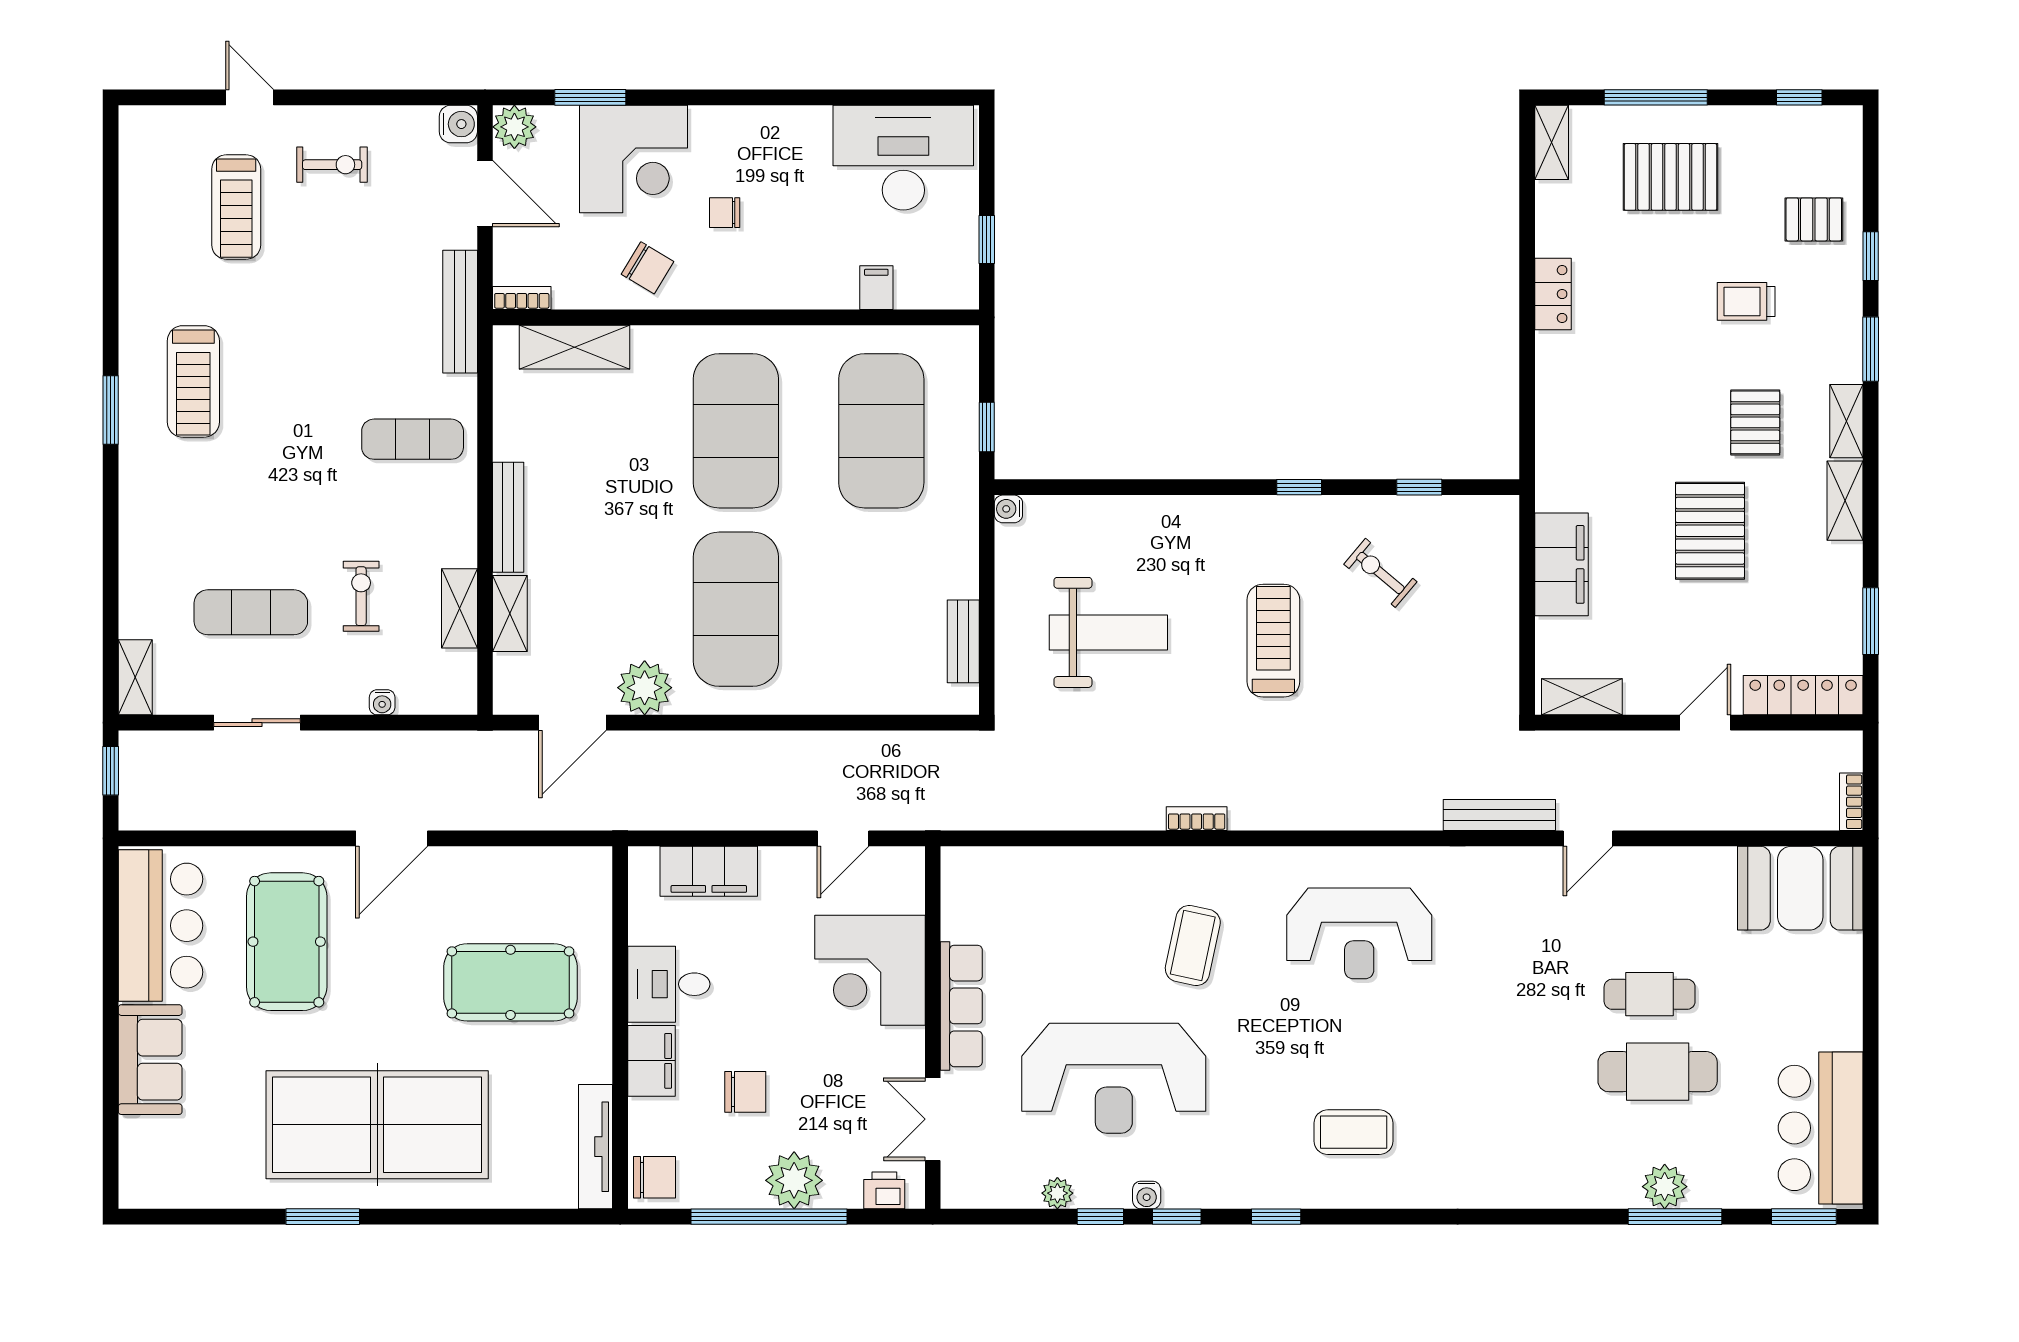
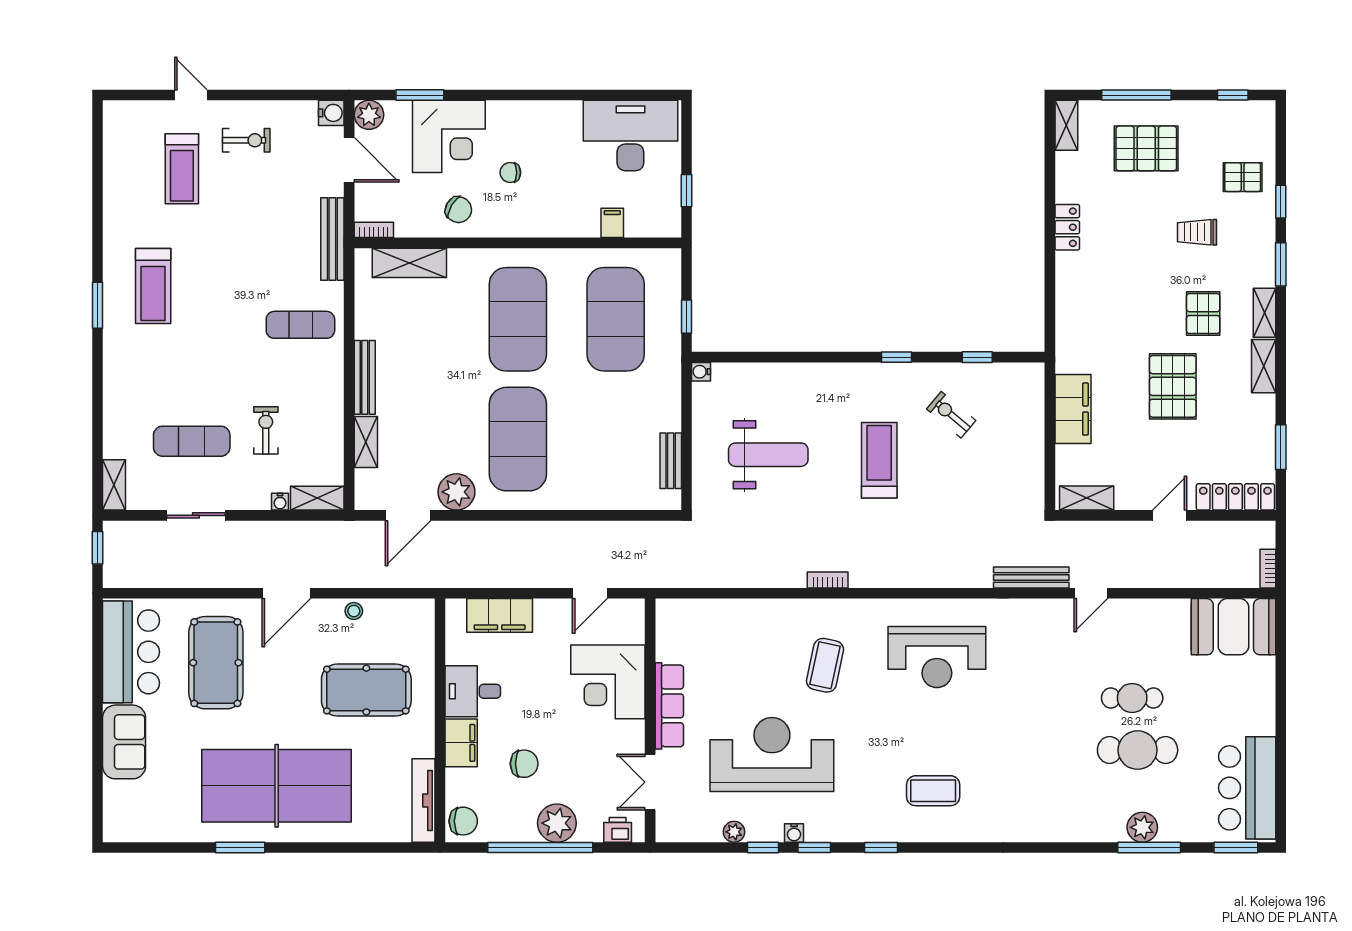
shelving: (459, 608) -> (317, 498), moved, turned 90
stool: (492, 865) -> (354, 611), added
reception desk: (1114, 1078) -> (772, 754), turned 180

